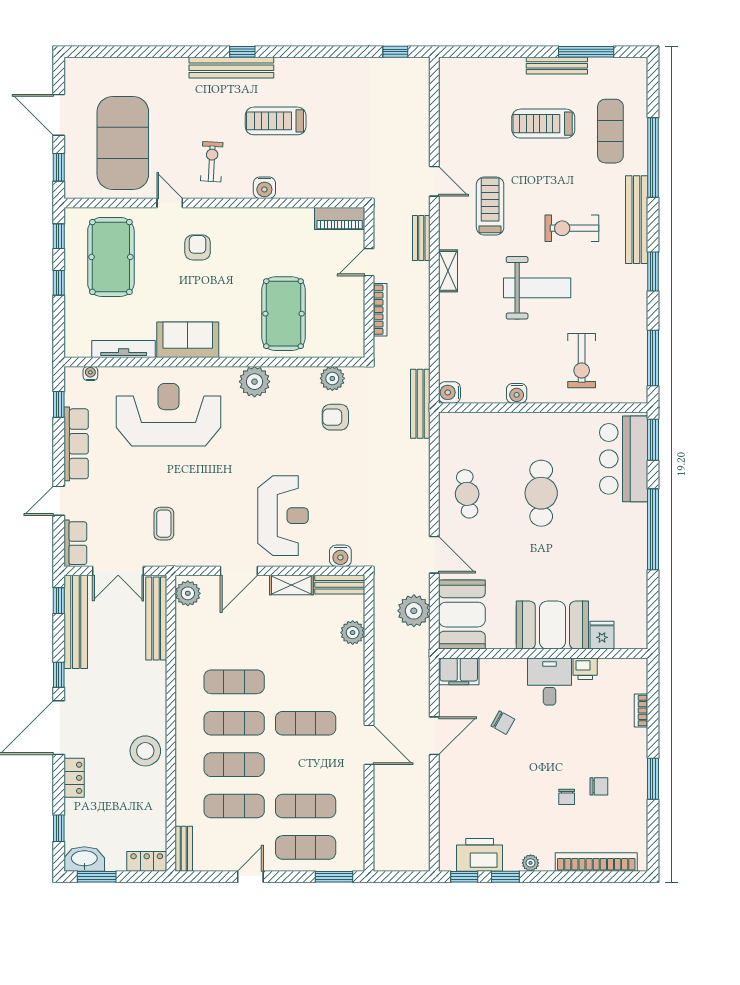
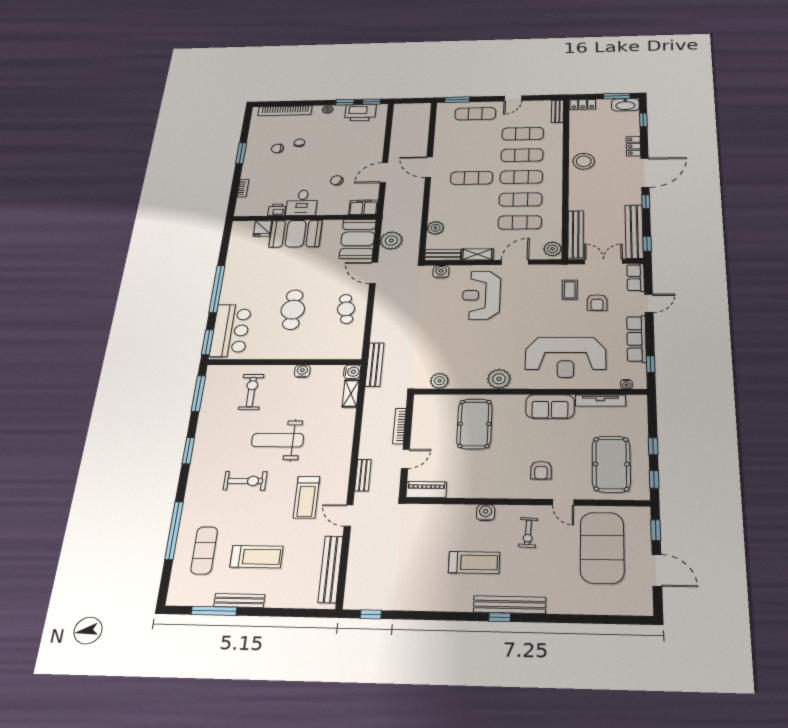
bench: (637, 220) -> (331, 569), moved
shelving: (448, 271) -> (351, 393), moved
armchair: (335, 417) -> (597, 303), moved, turned 90
exercise mat: (306, 806) -> (520, 222), moved

